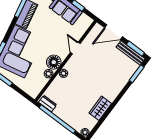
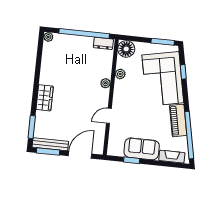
door: (75, 48) -> (109, 116), swing flipped
floor lamp: (54, 62) -> (126, 49), moved
wardrobe: (100, 108) -> (45, 98), moved

